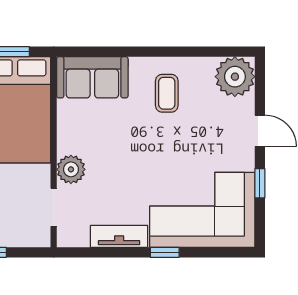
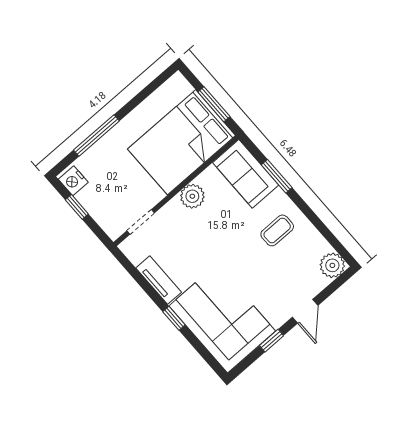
window: (118, 52) -> (277, 176), added
plant: (235, 77) -> (332, 265), width x0.73, depth x0.73
plant: (71, 169) -> (192, 196), moved

